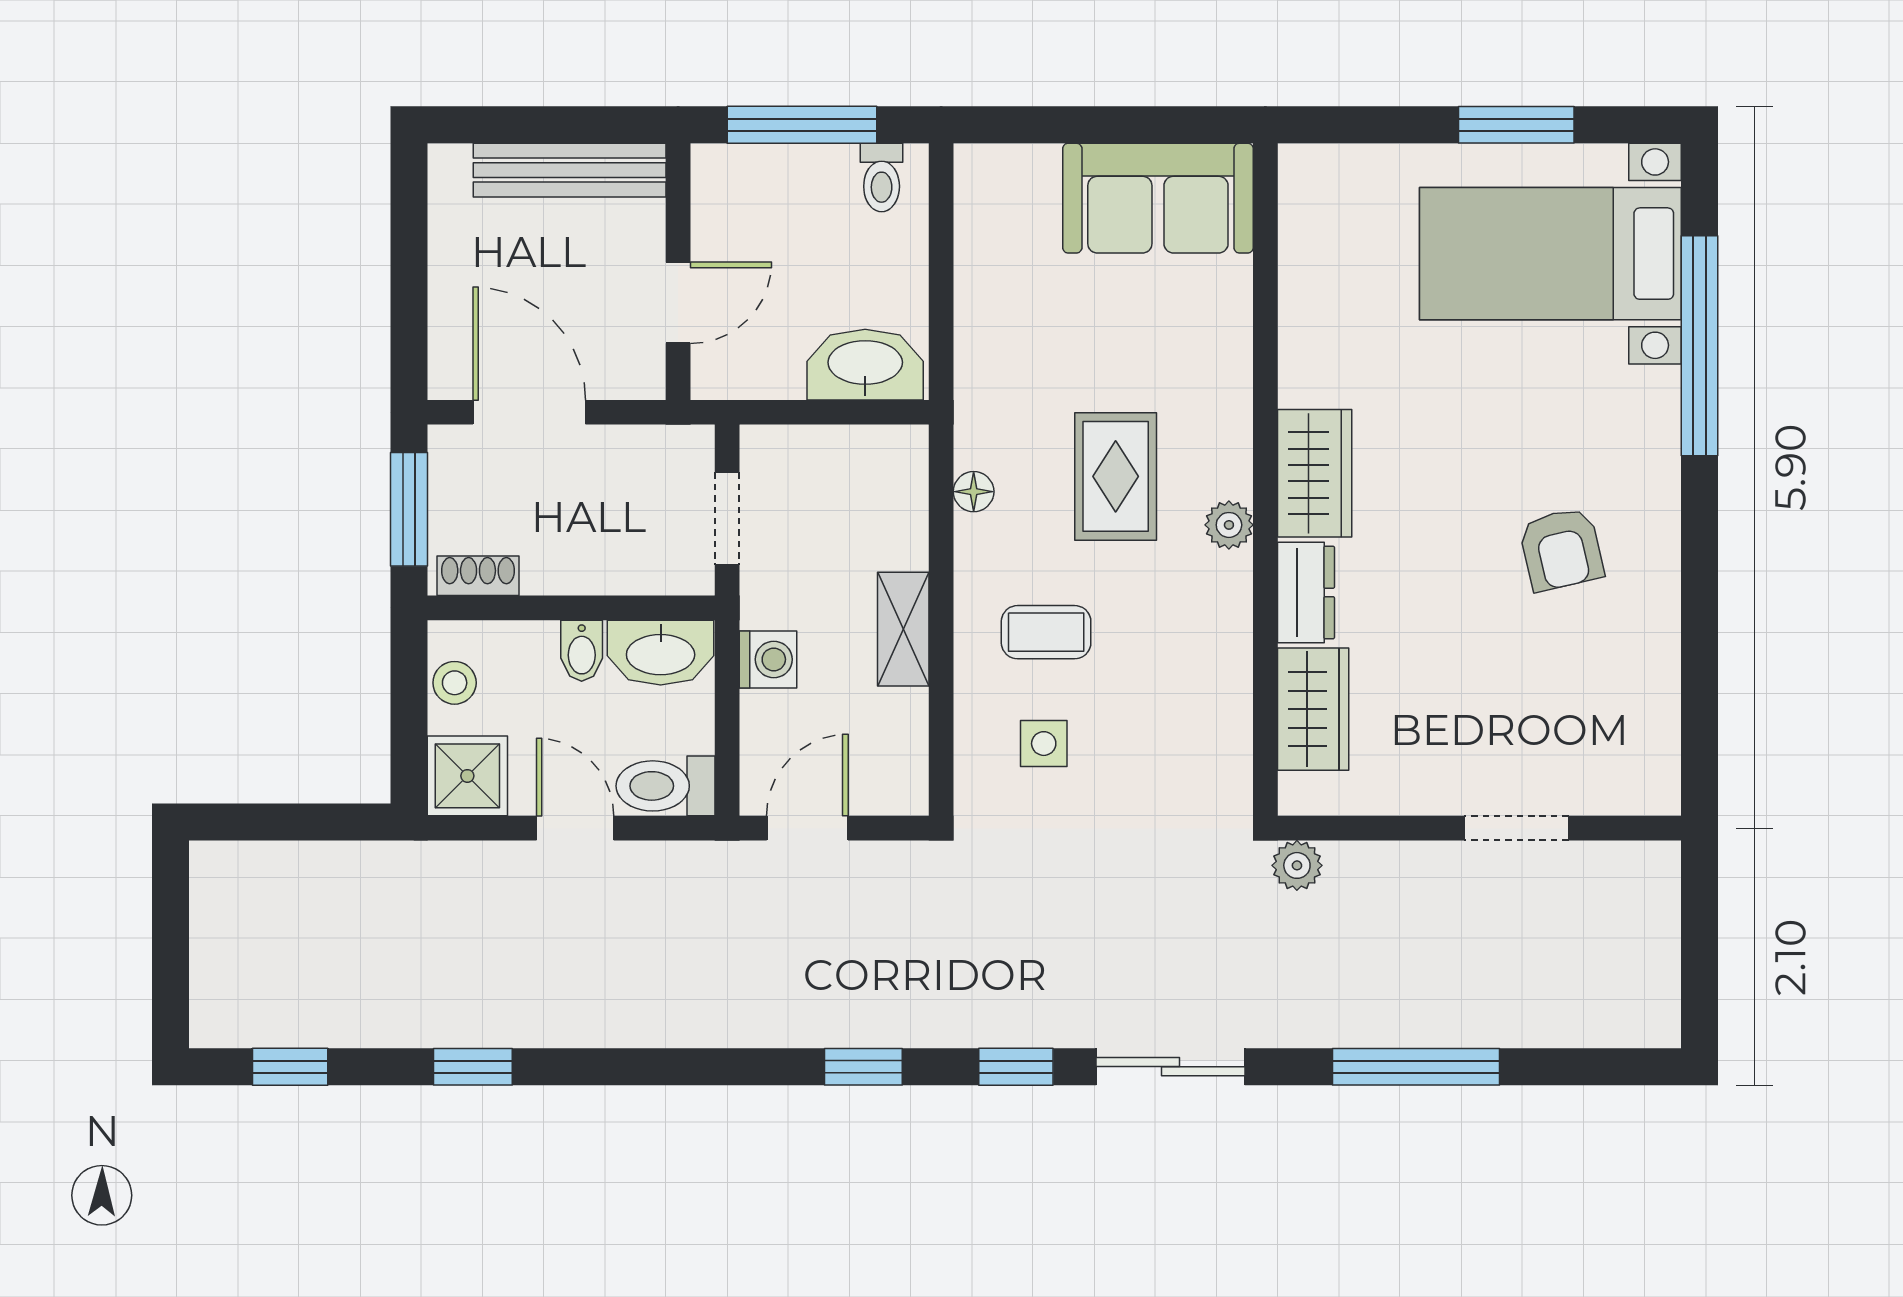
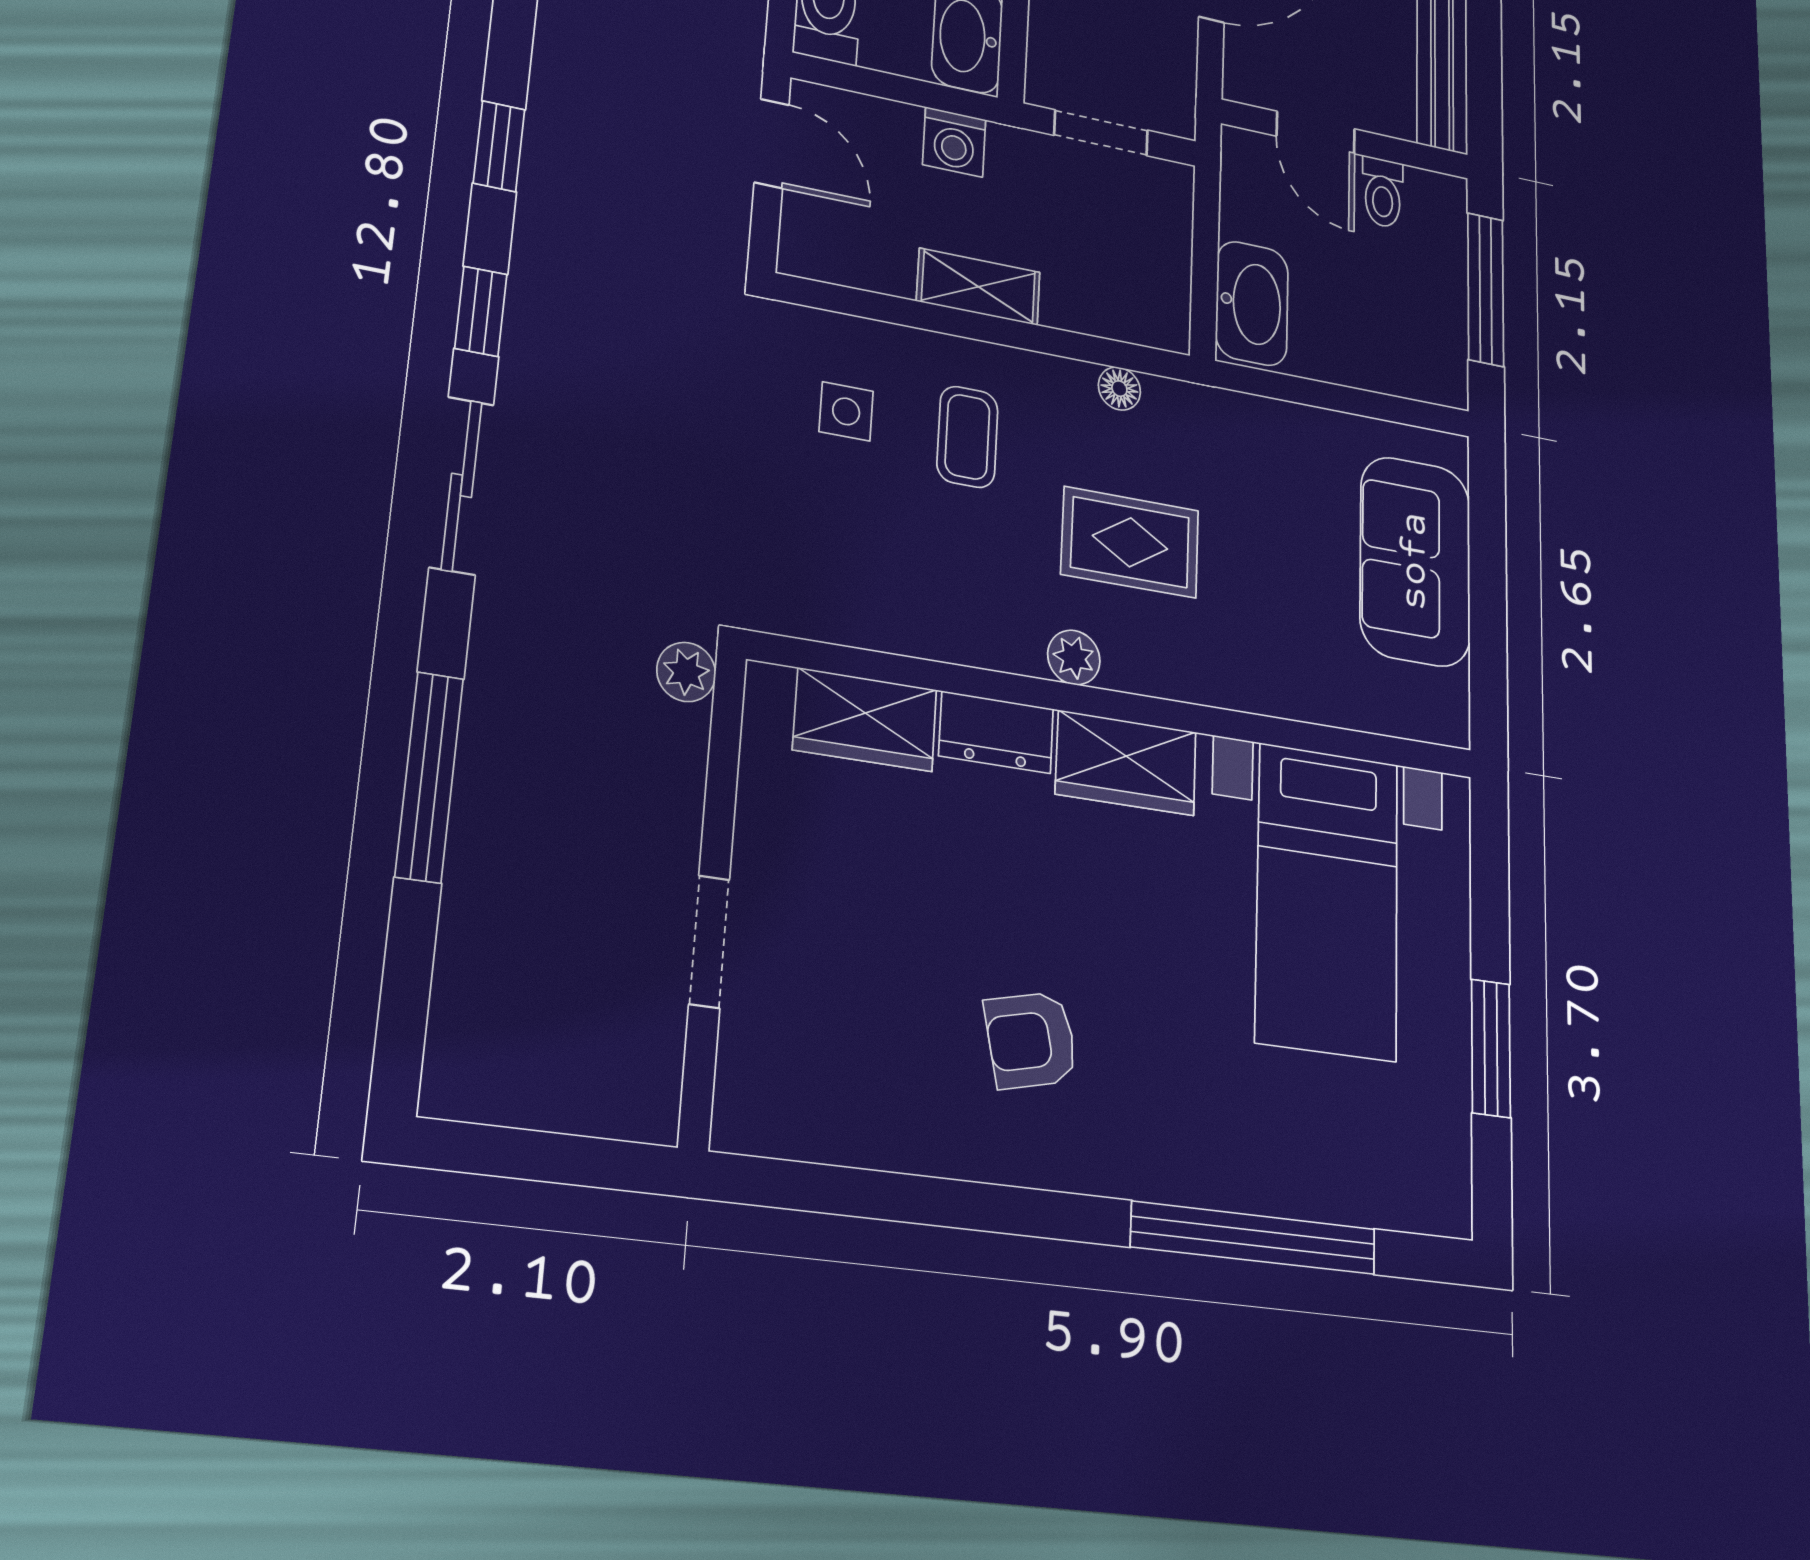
toilet: (882, 178) -> (1383, 192), moved, turned -90
sofa: (1158, 198) -> (1415, 561), moved
bed with nightstands: (1550, 254) -> (1327, 901), moved, turned 180

